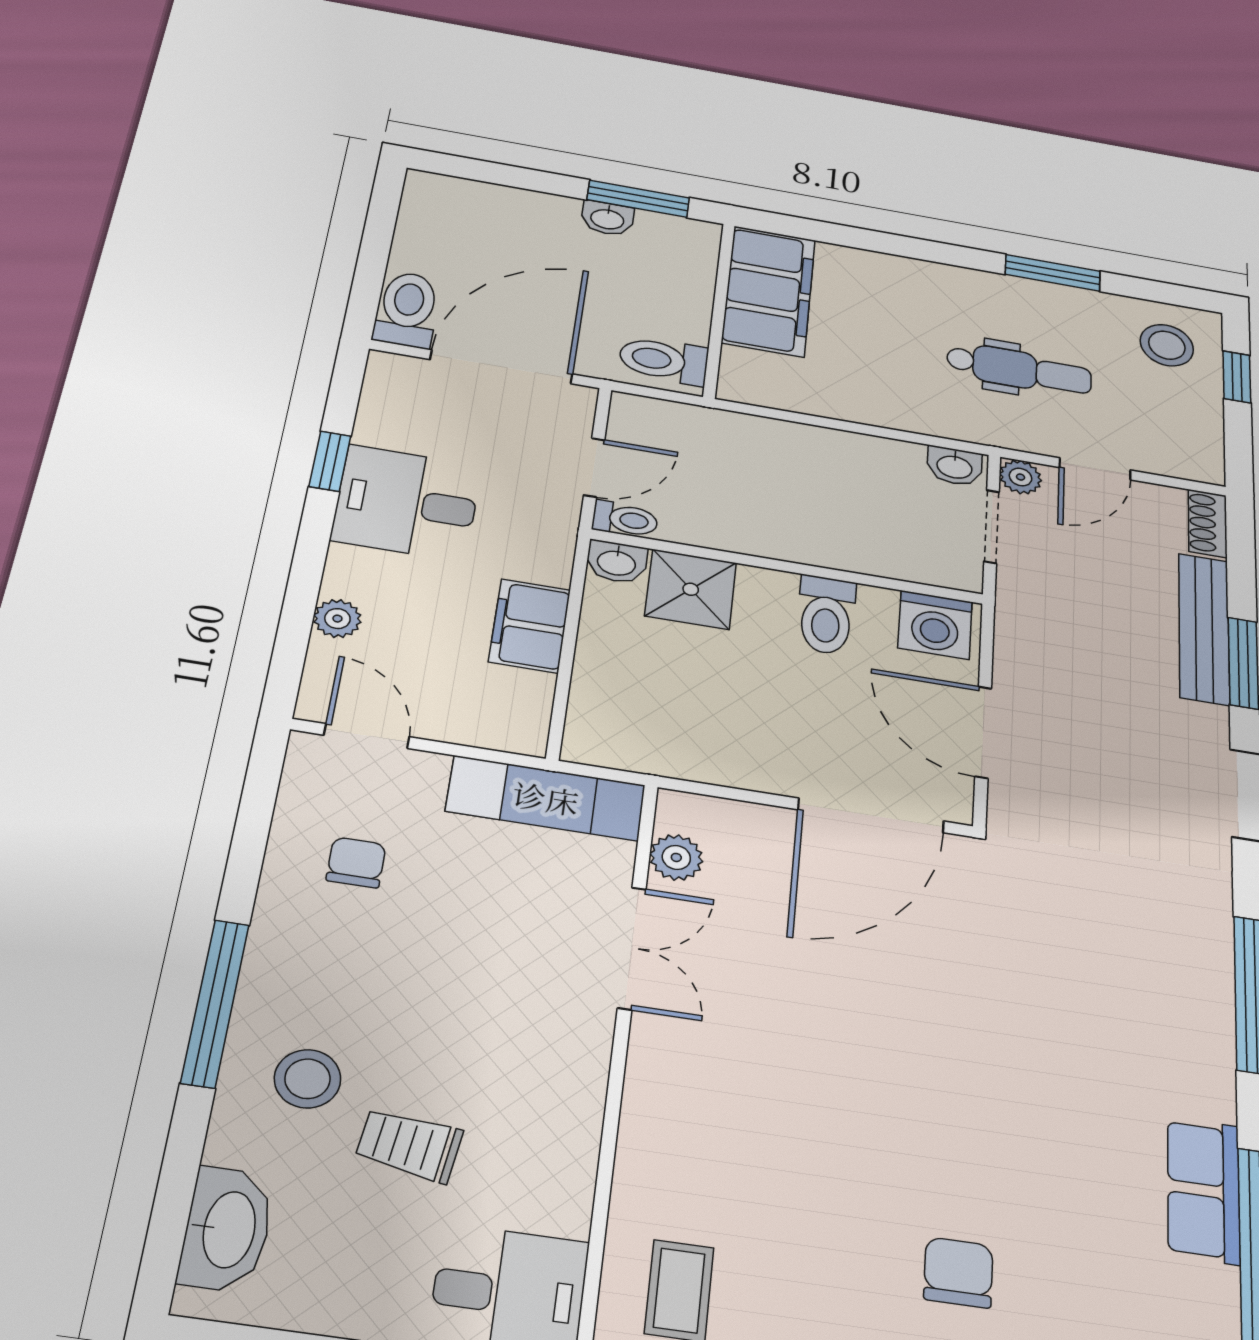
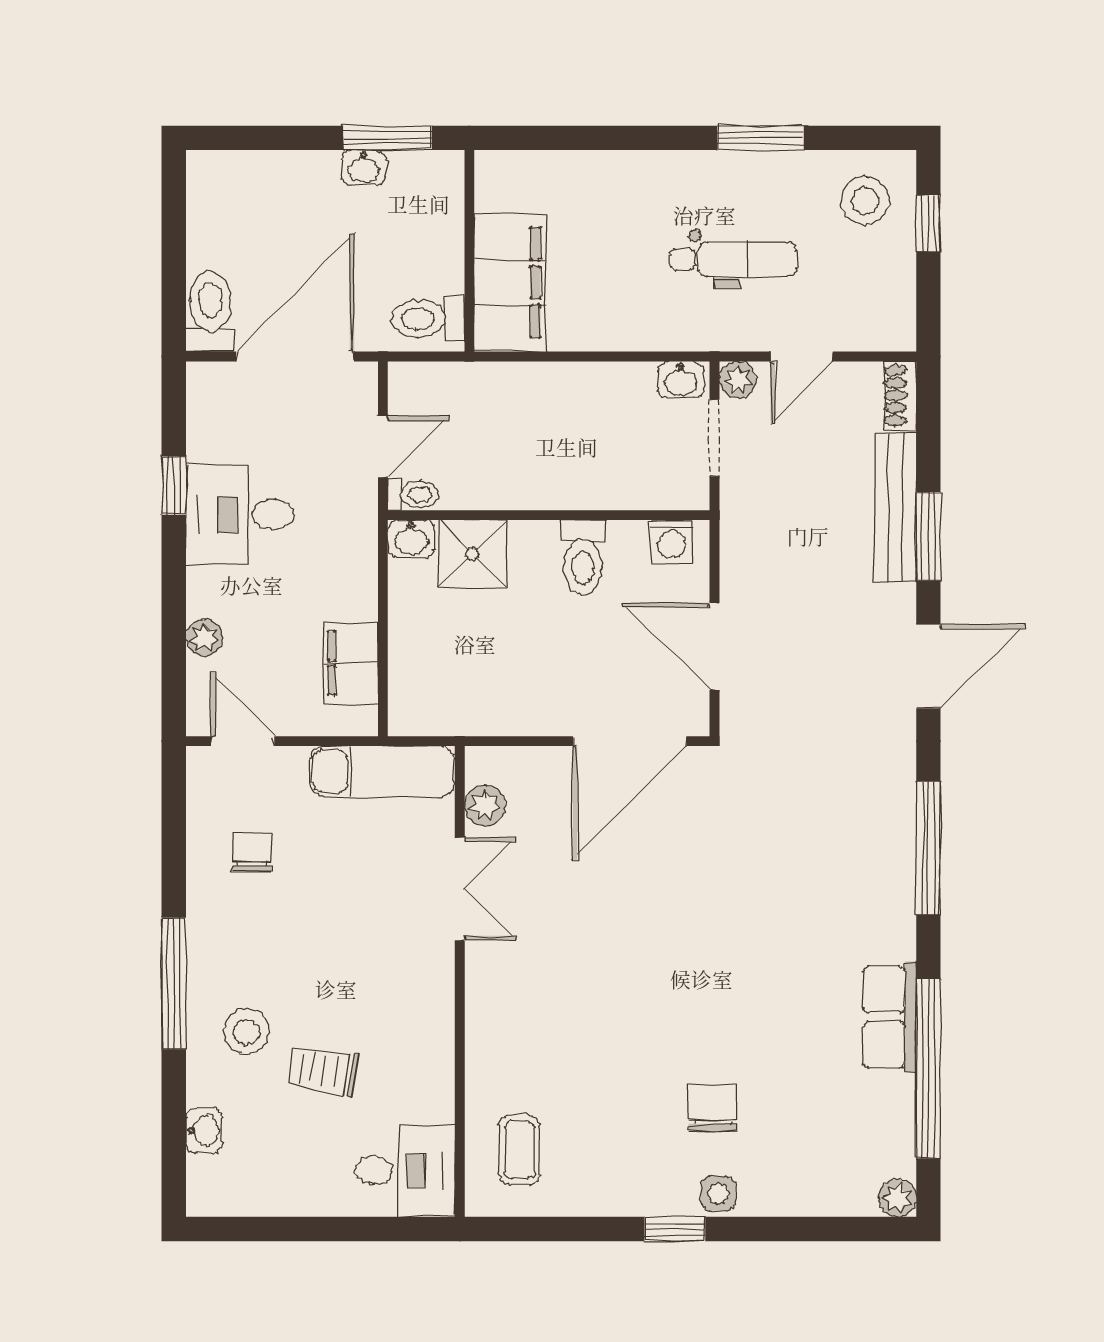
filing cabinet: (769, 291) -> (510, 282), moved
washing machine: (935, 625) -> (672, 541), width x0.73, depth x0.73
filing cabinet: (530, 626) -> (351, 663), moved
washbasin: (227, 1229) -> (204, 1130), width x0.52, depth x0.69

